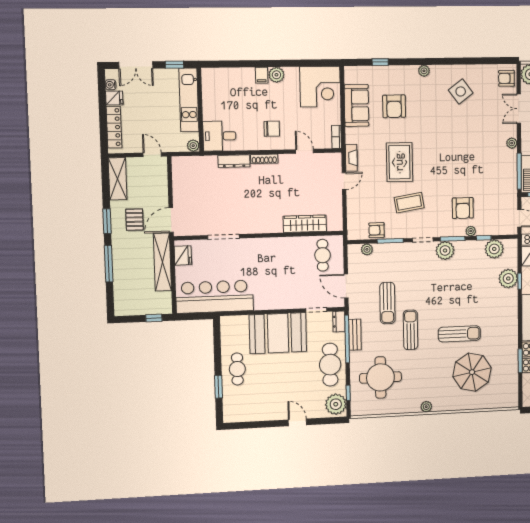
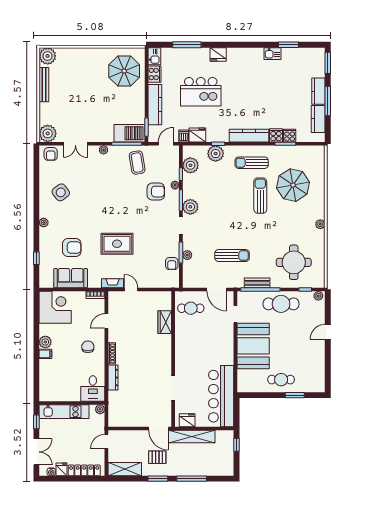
coffee table: (409, 203) -> (137, 163), moved
wardrobe: (305, 224) -> (165, 322), width x0.67
plant: (367, 249) -> (187, 255), moved
door: (346, 286) -> (217, 289), hinge flipped
dresser: (339, 322) -> (246, 296), removed
sun lounger: (411, 330) -> (252, 163), moved
plant: (336, 404) -> (318, 296), width x0.53, depth x0.53

